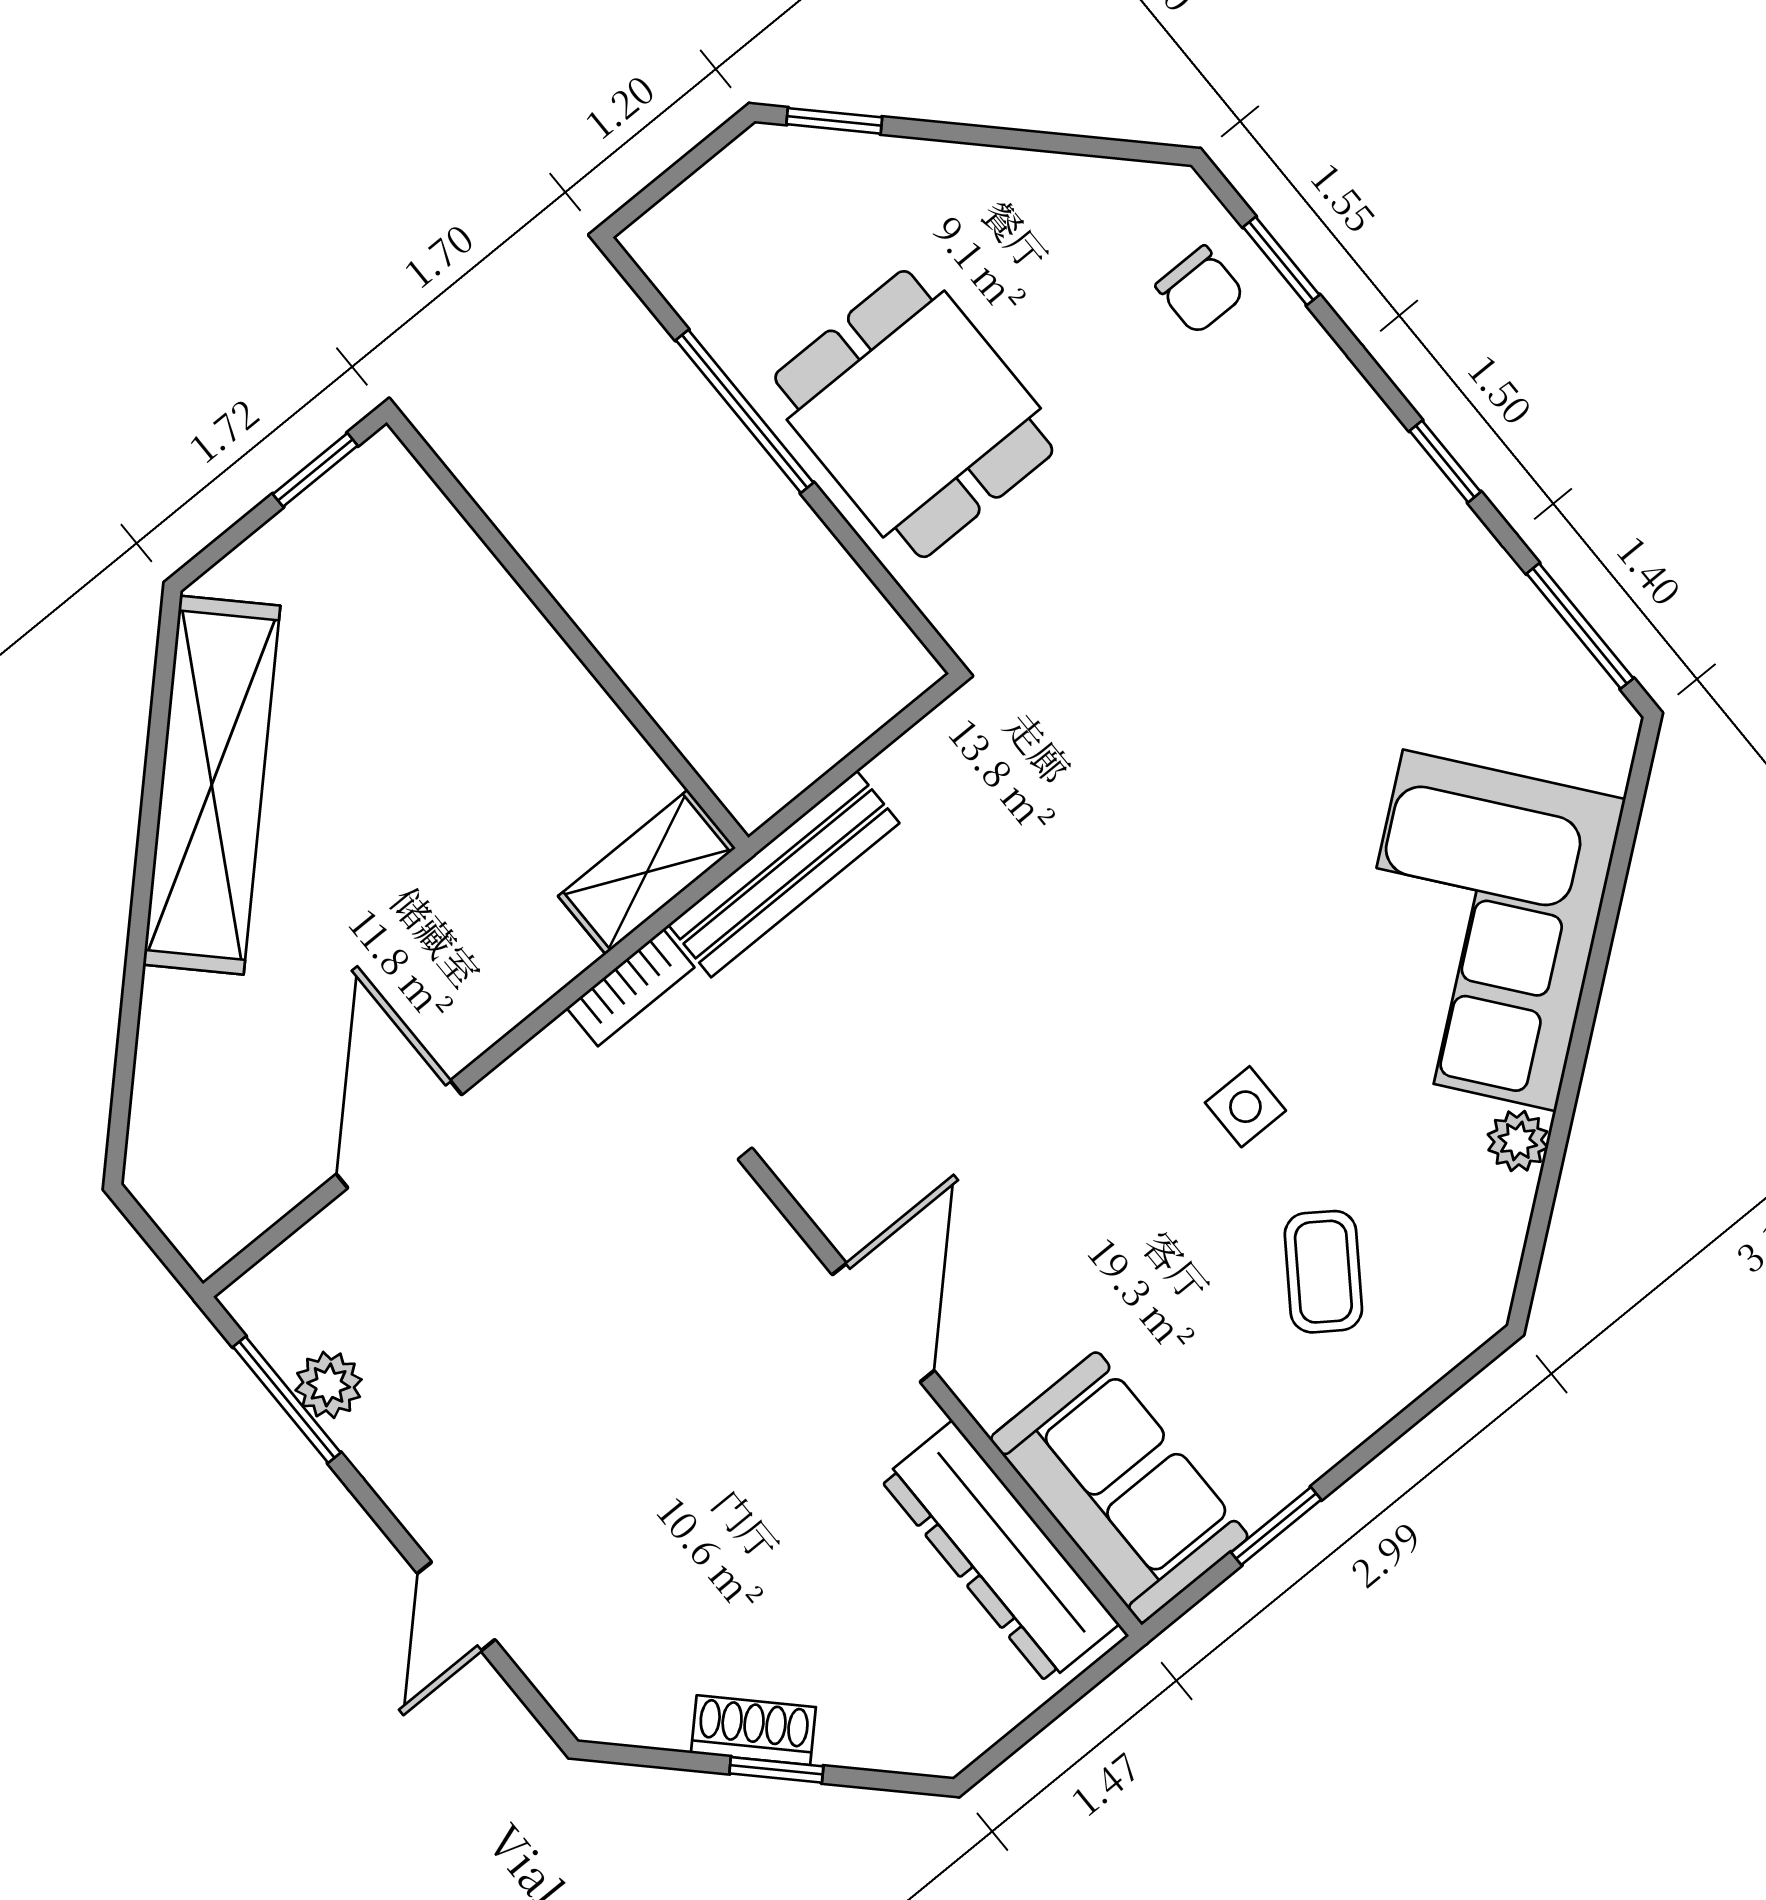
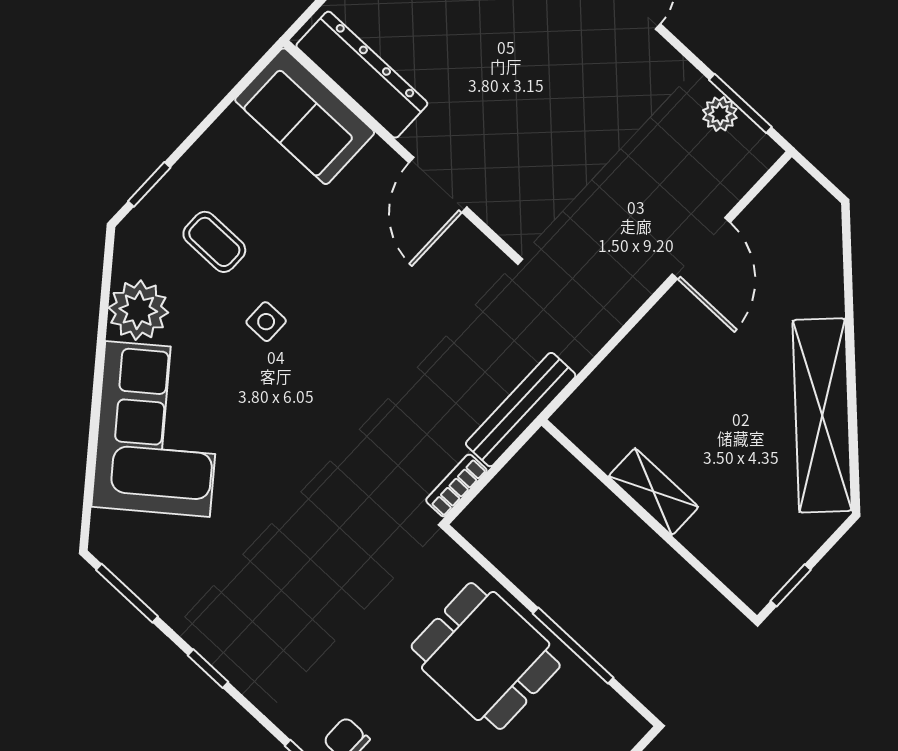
shelving: (647, 872) -> (654, 492), moved, turned 90
bookcase: (630, 988) -> (456, 485), moved
plant: (1518, 1141) -> (138, 310), width x1.88, depth x1.88
coffee table: (1323, 1272) -> (214, 242), turned -35
window: (1276, 1526) -> (149, 184), moved

